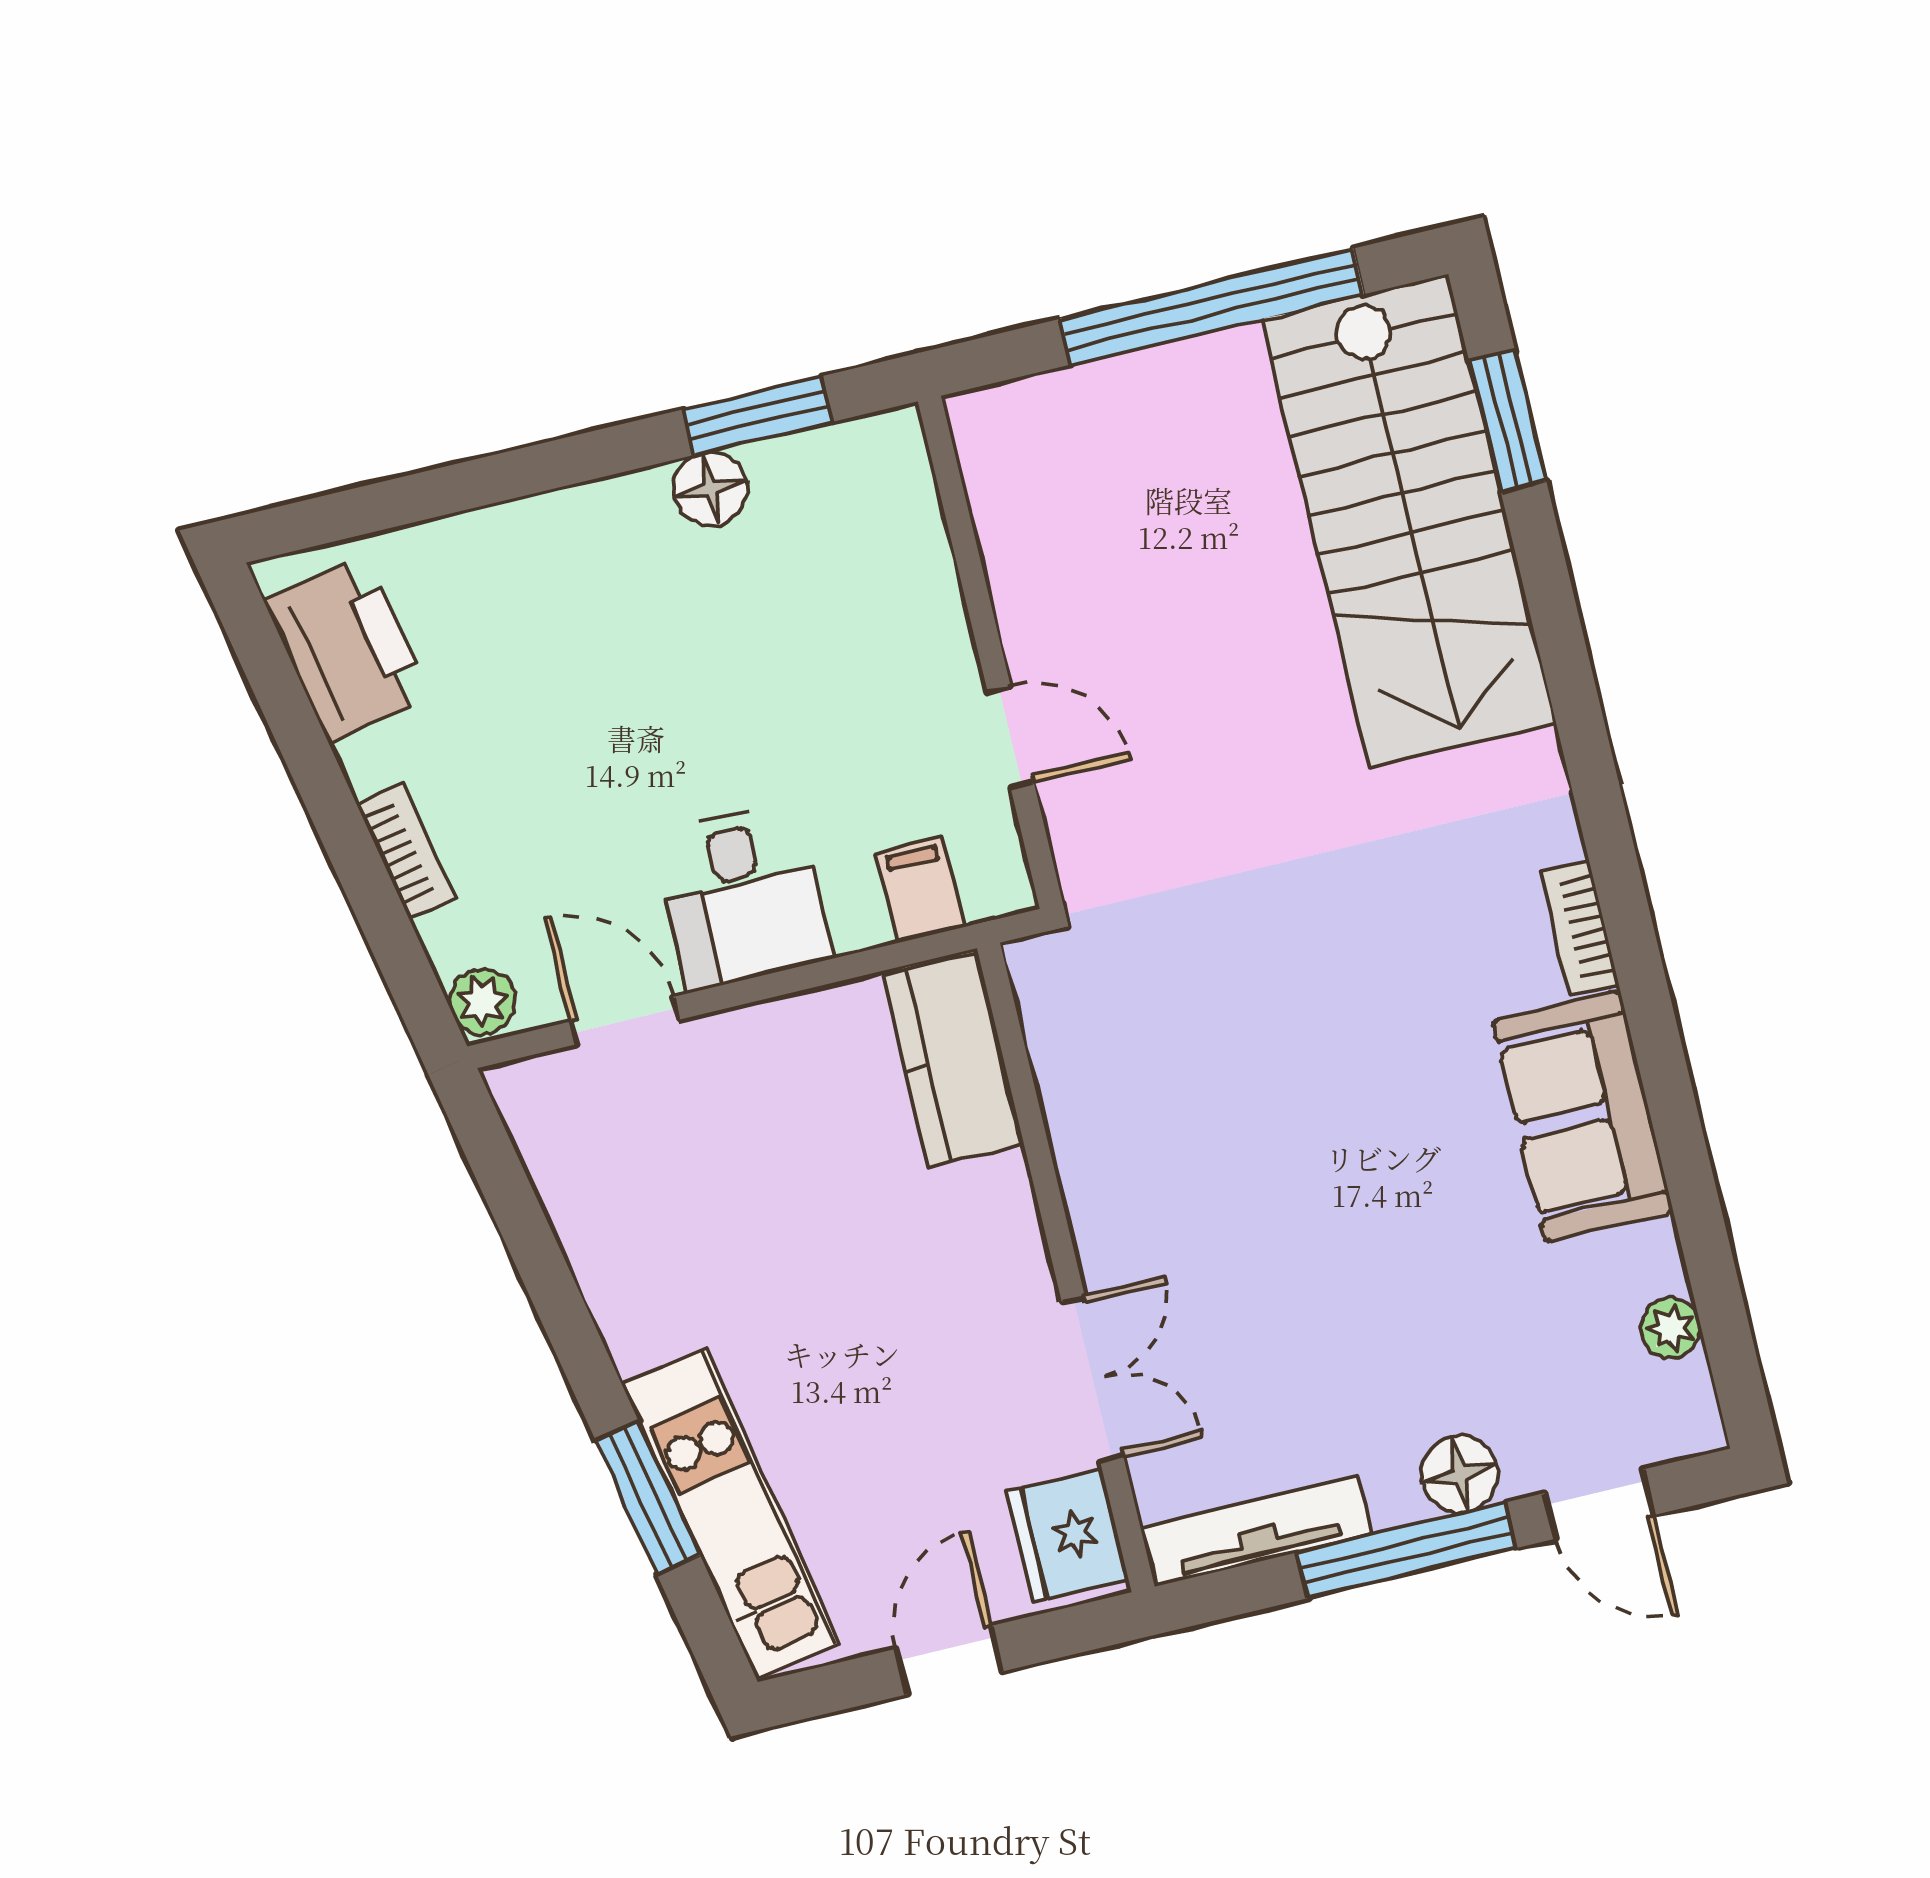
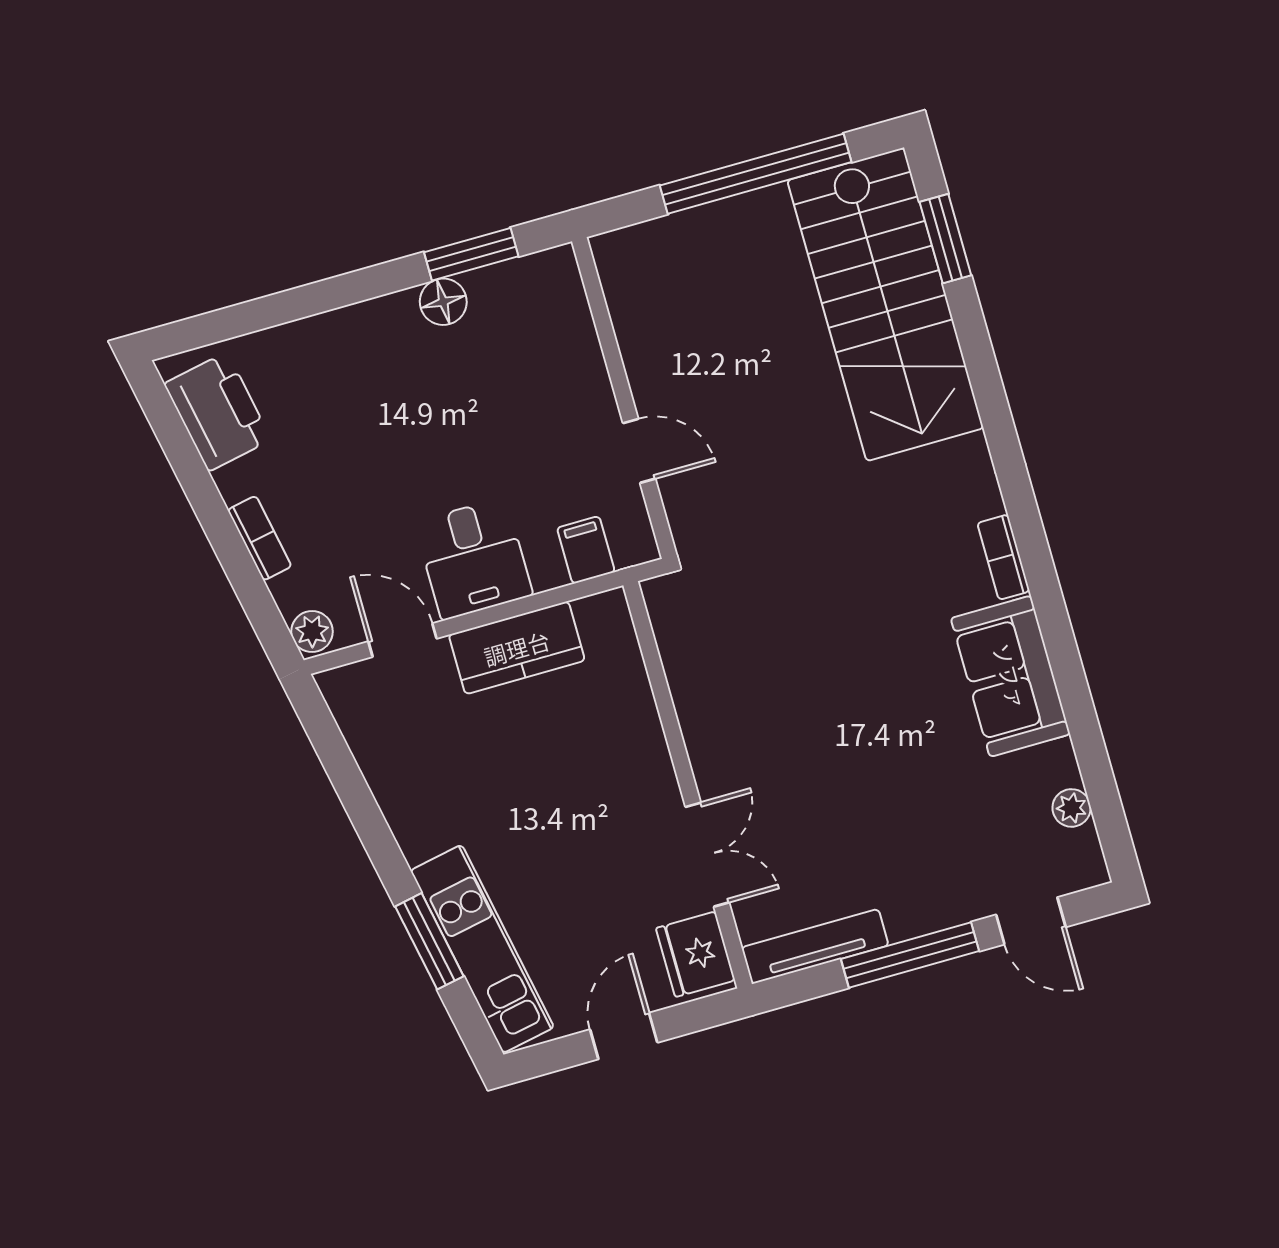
kitchen counter: (953, 1060) -> (517, 648), moved, turned -90
floor lamp: (1460, 1474) -> (942, 905), removed

